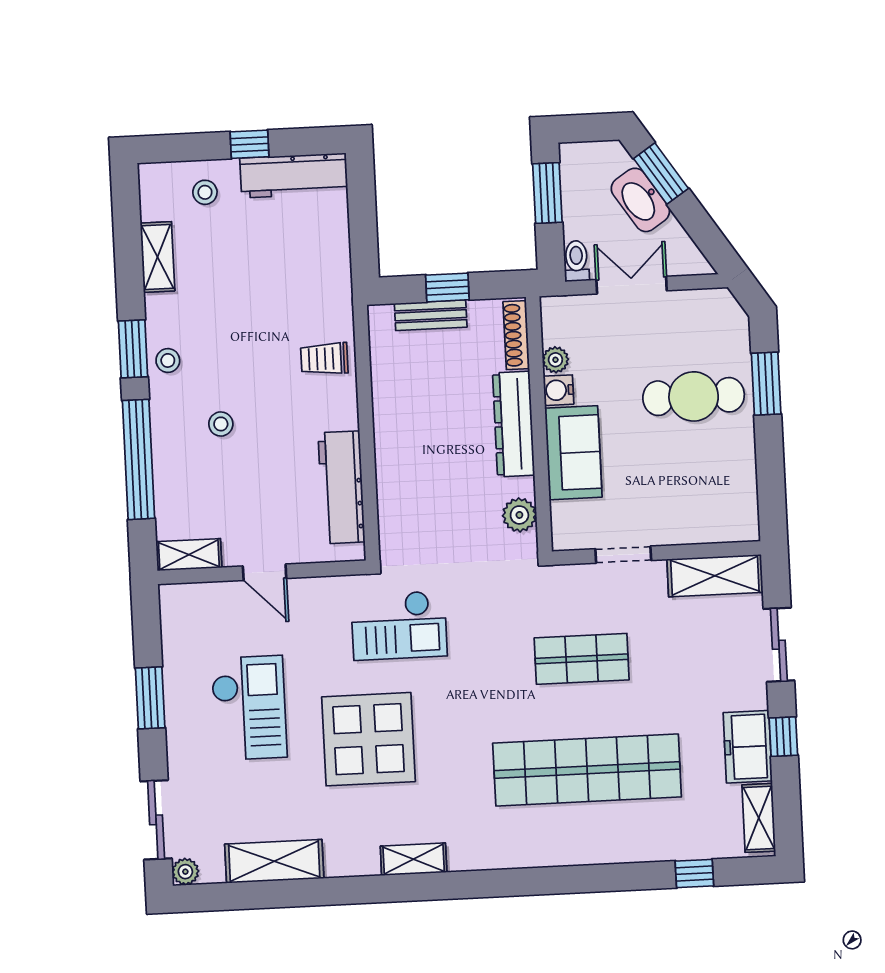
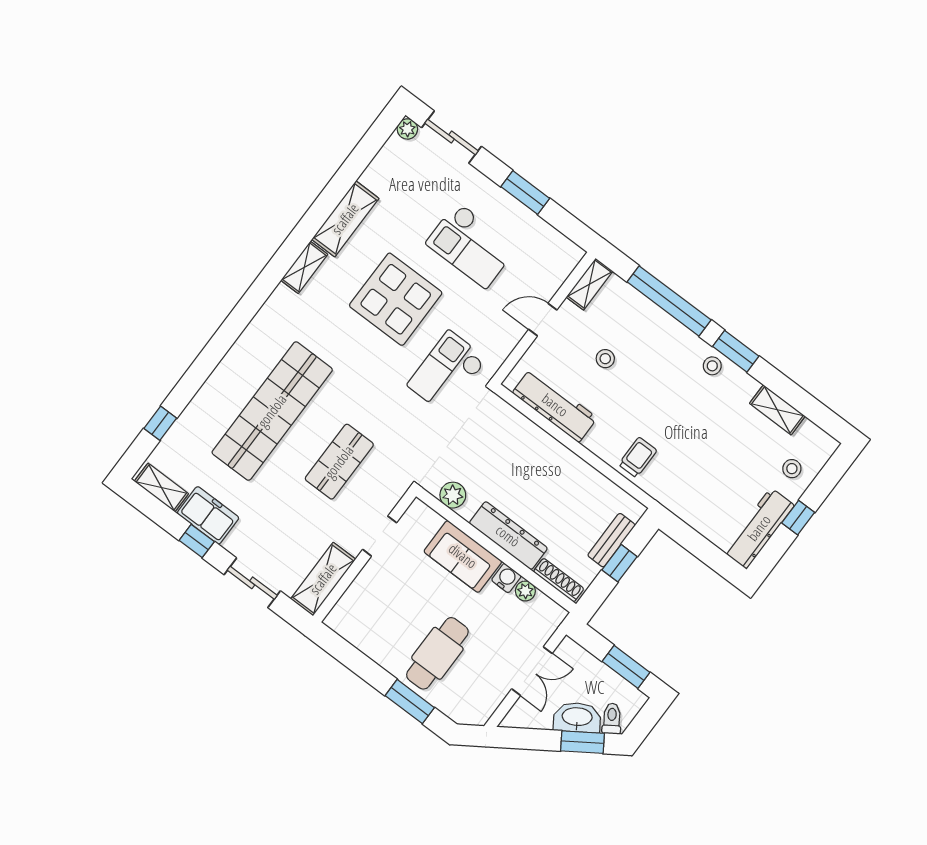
toilet: (576, 261) -> (612, 719), moved, turned -124
stool: (221, 424) -> (605, 359), moved
shelving: (274, 861) -> (345, 219), moved

